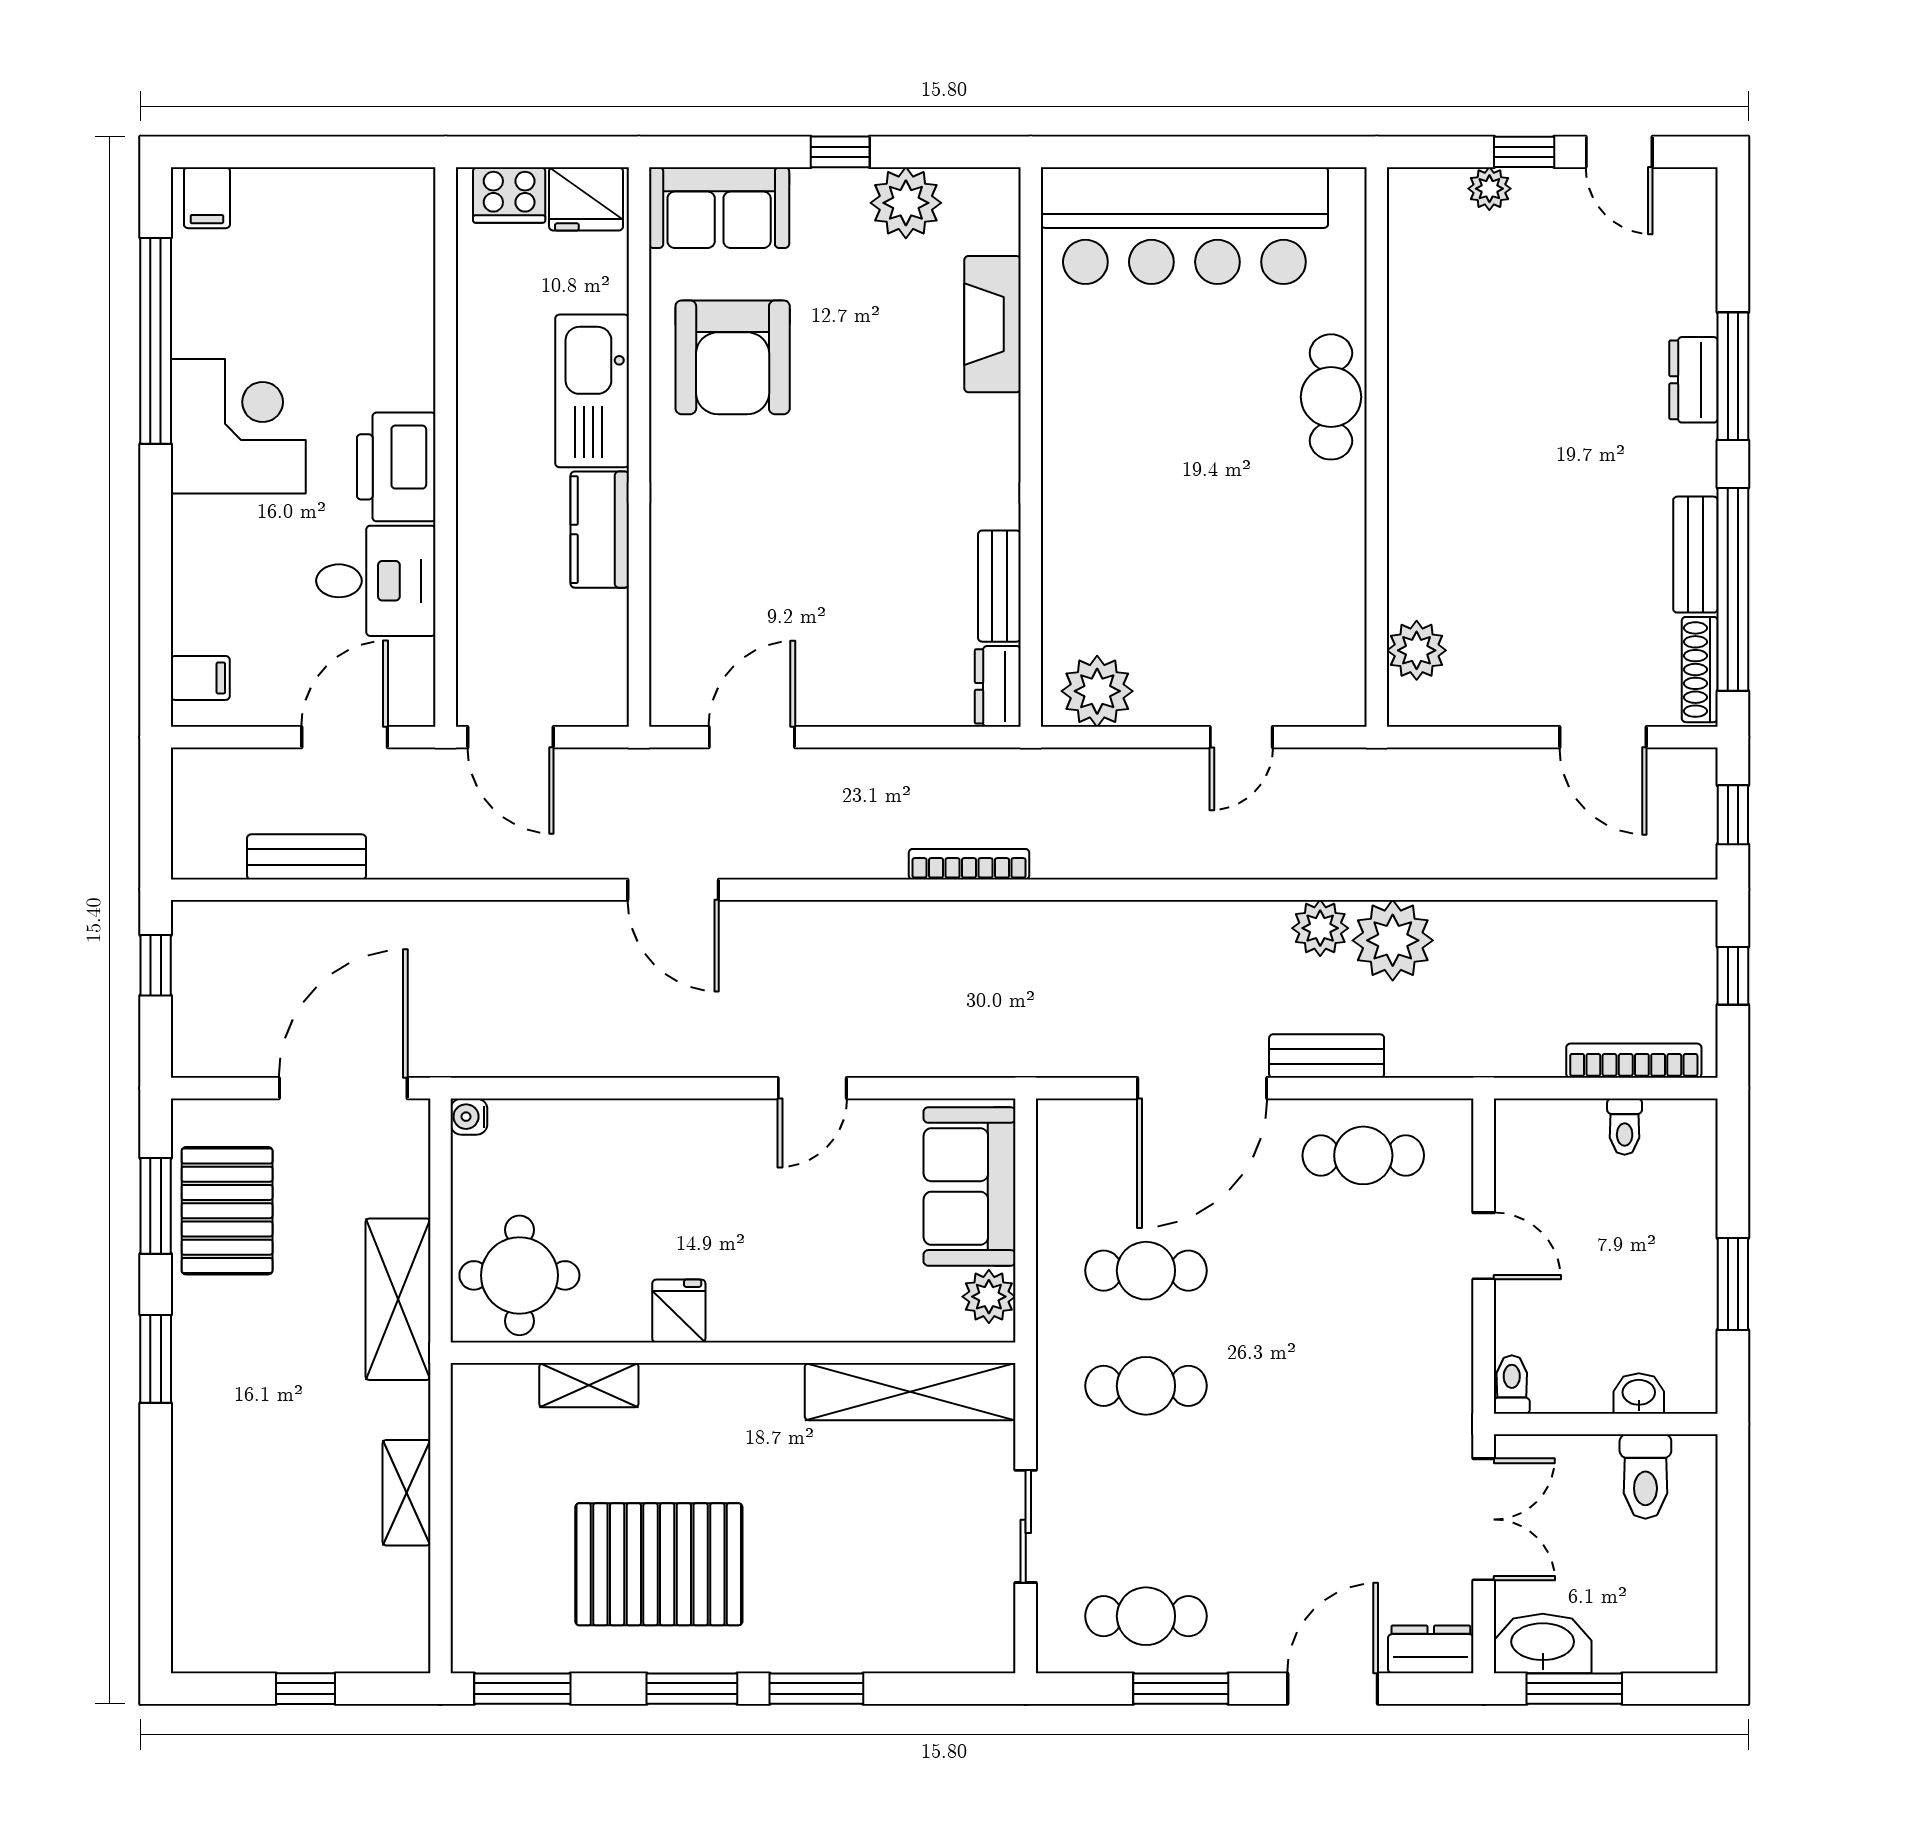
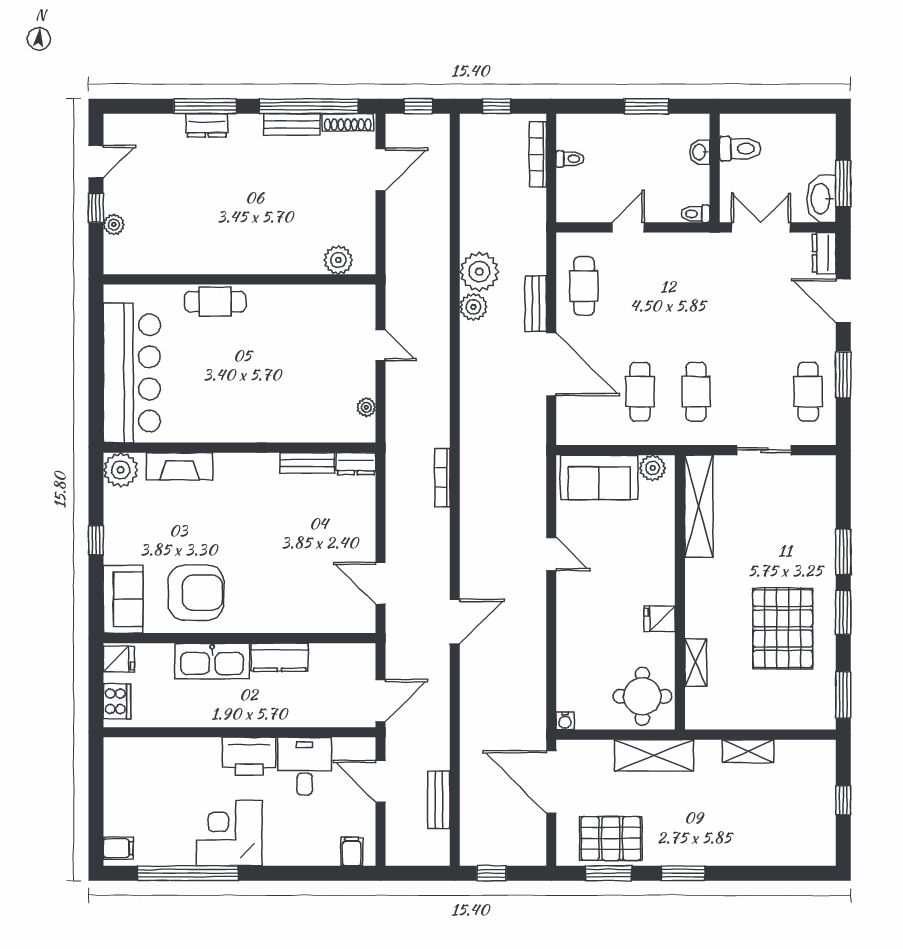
fridge: (586, 199) -> (119, 659), width x0.72
plant: (906, 203) -> (121, 470), moved
plant: (1097, 691) -> (366, 407), width x0.53, depth x0.53

